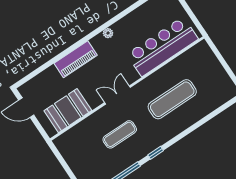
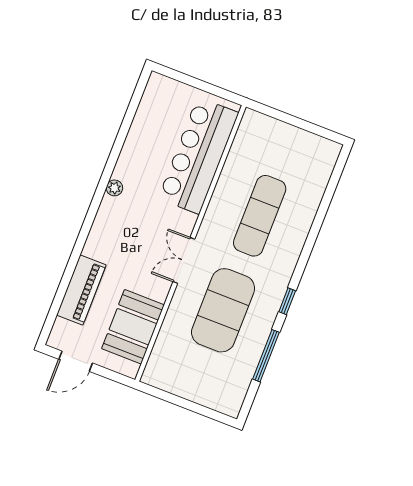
piano: (76, 59) -> (81, 290), moved
exercise mat: (120, 134) -> (223, 310), width x2.00, depth x1.45

